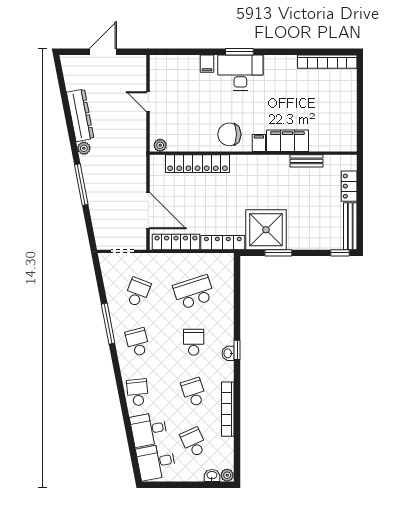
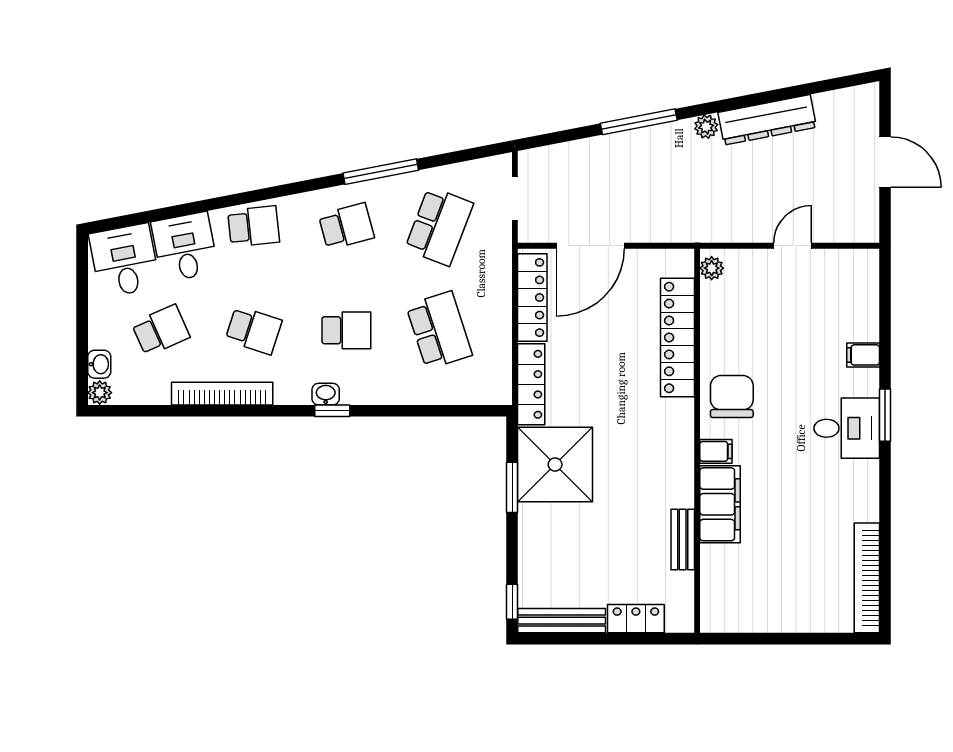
desk: (240, 72) -> (847, 428), width x0.73
school desk: (138, 292) -> (439, 226), width x1.85
school desk: (194, 392) -> (254, 330), turned 36

